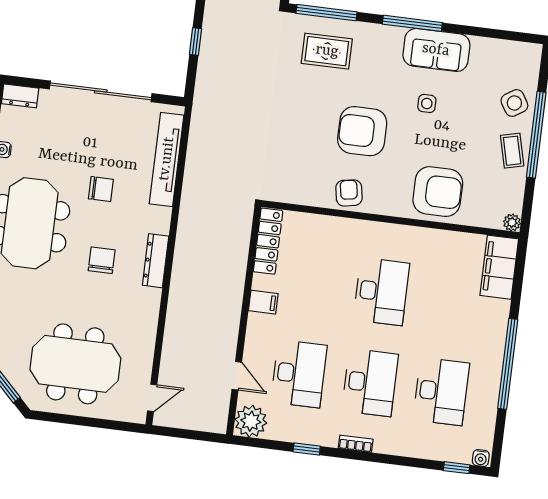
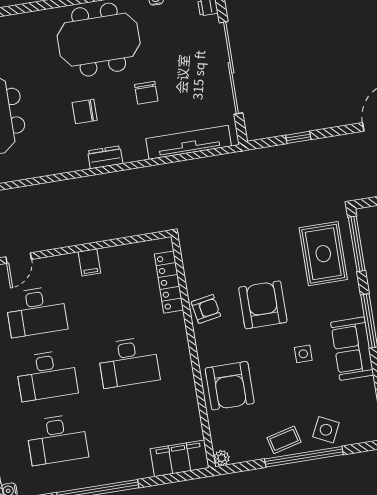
rug: (327, 51) -> (323, 254), width x1.36, depth x1.43
side table: (514, 103) -> (326, 430), turned -32
locker: (268, 241) -> (169, 282), moved, turned 90
chair: (102, 260) -> (85, 111), turned 180
dresser: (156, 261) -> (105, 157), width x0.70

